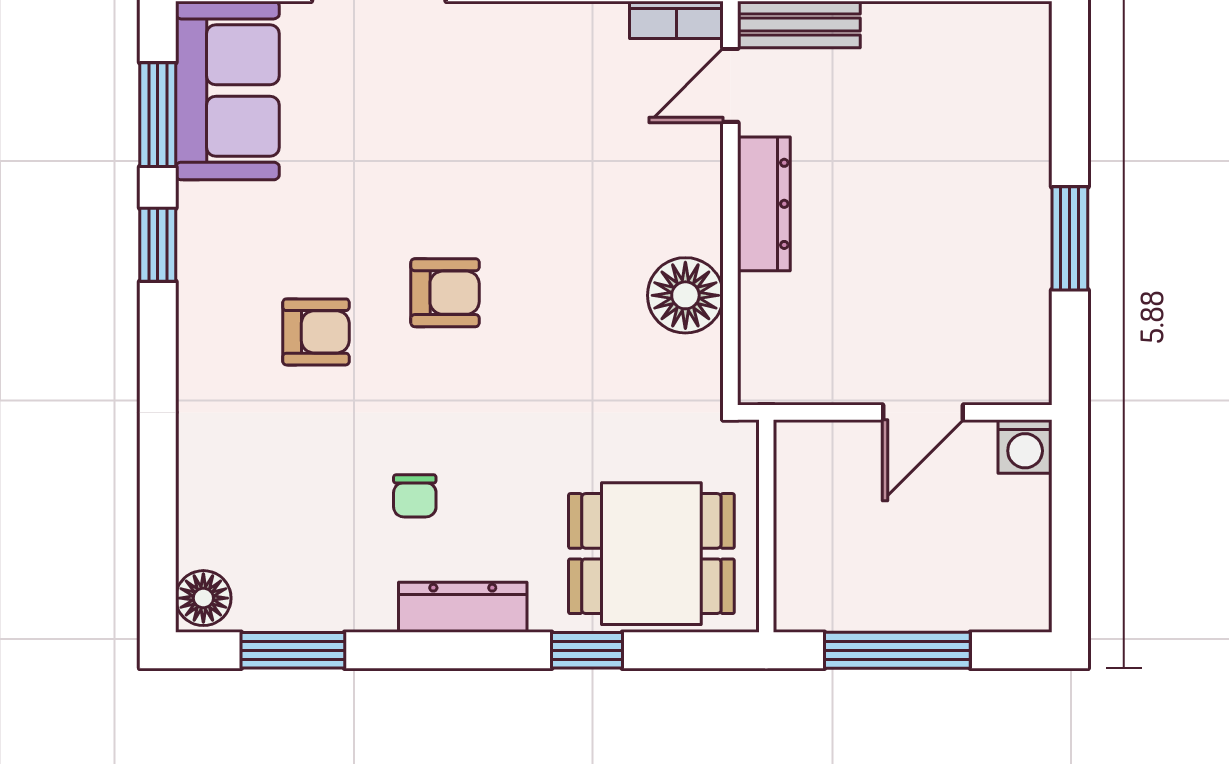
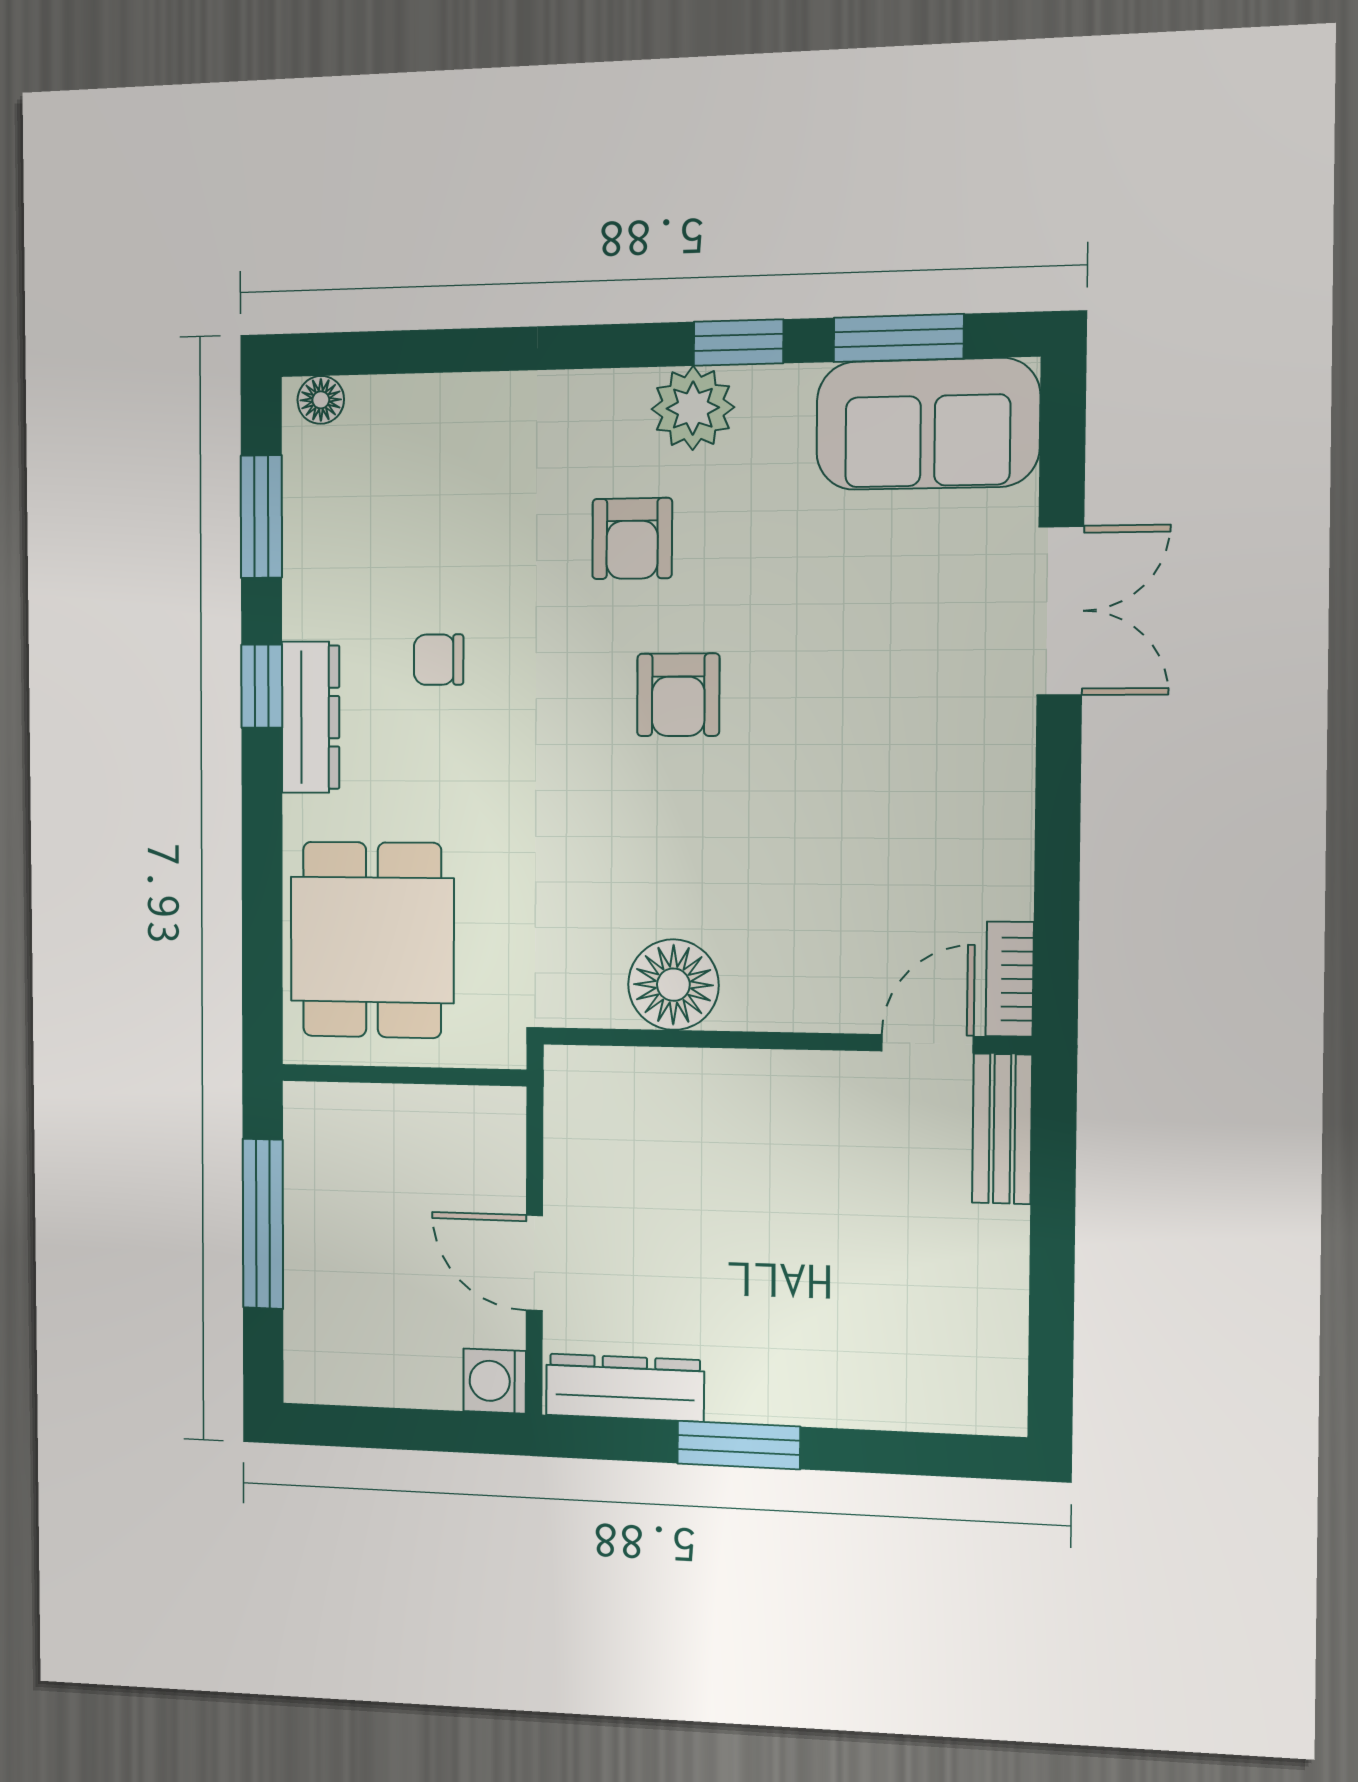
door: (730, 85) -> (928, 1044), hinge flipped
dresser: (764, 204) -> (625, 1388), moved, turned 180
plant: (210, 282) -> (693, 408), added
floor lamp: (203, 598) -> (321, 400), width x0.73, depth x0.73
window: (587, 650) -> (262, 686), moved

